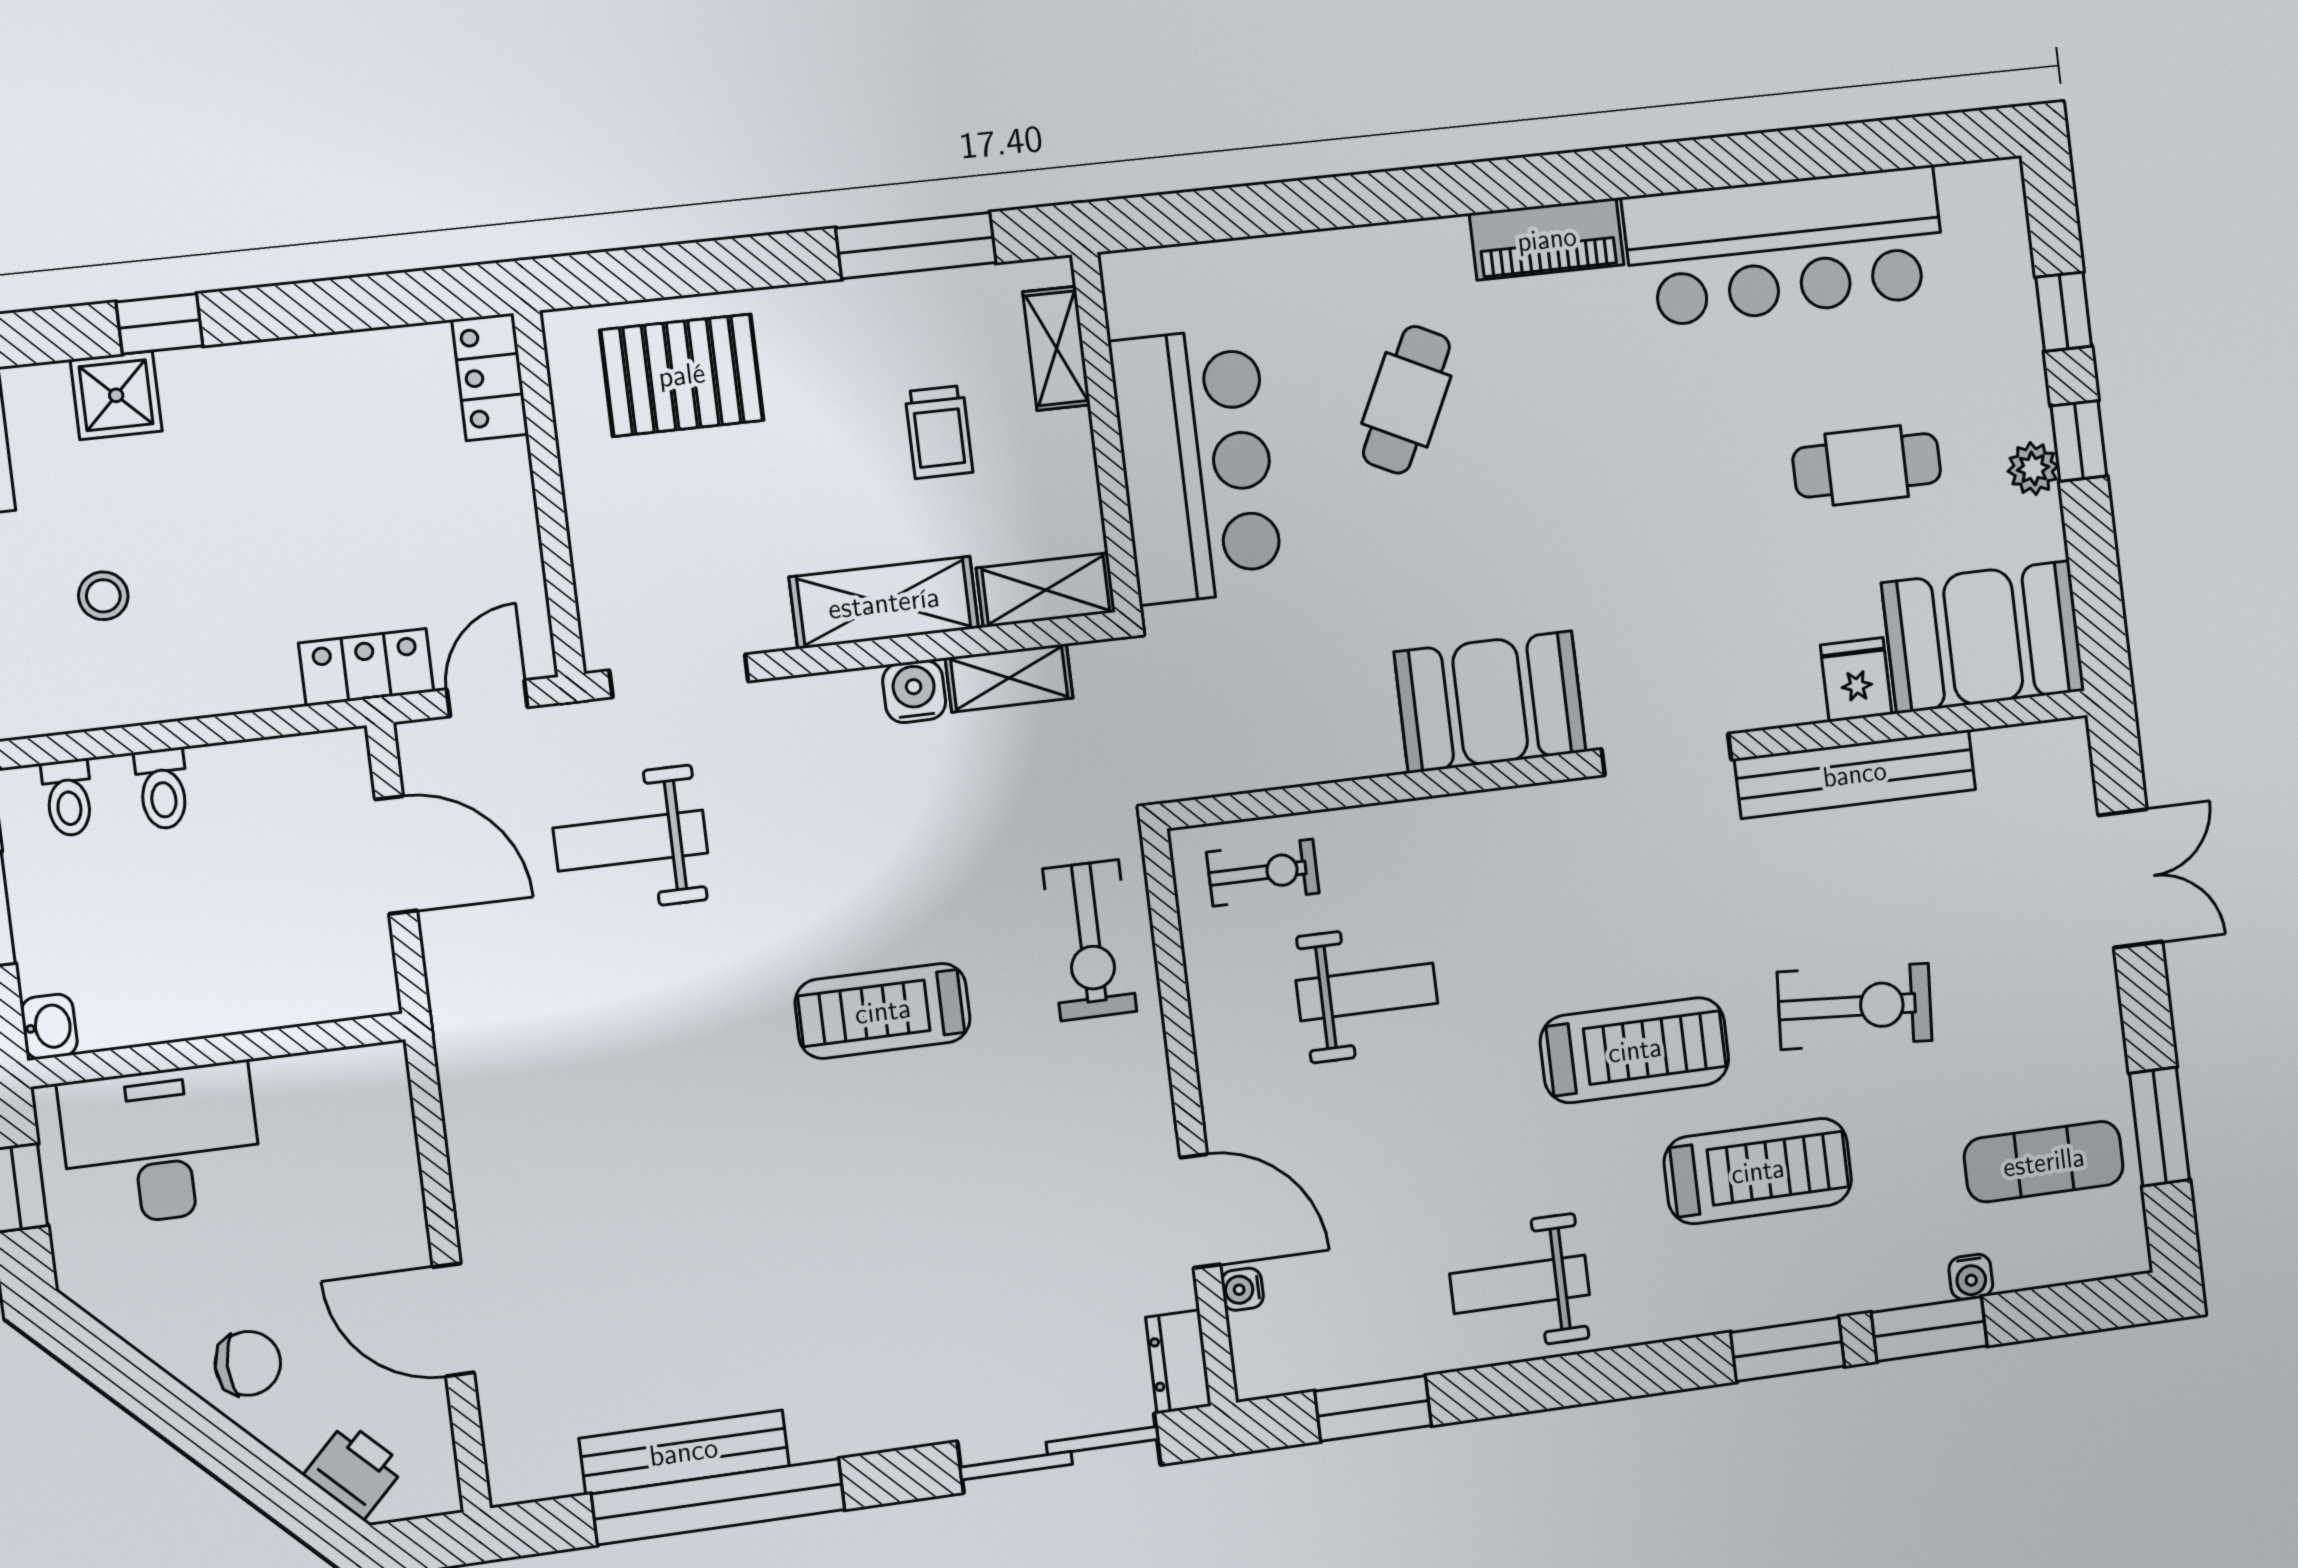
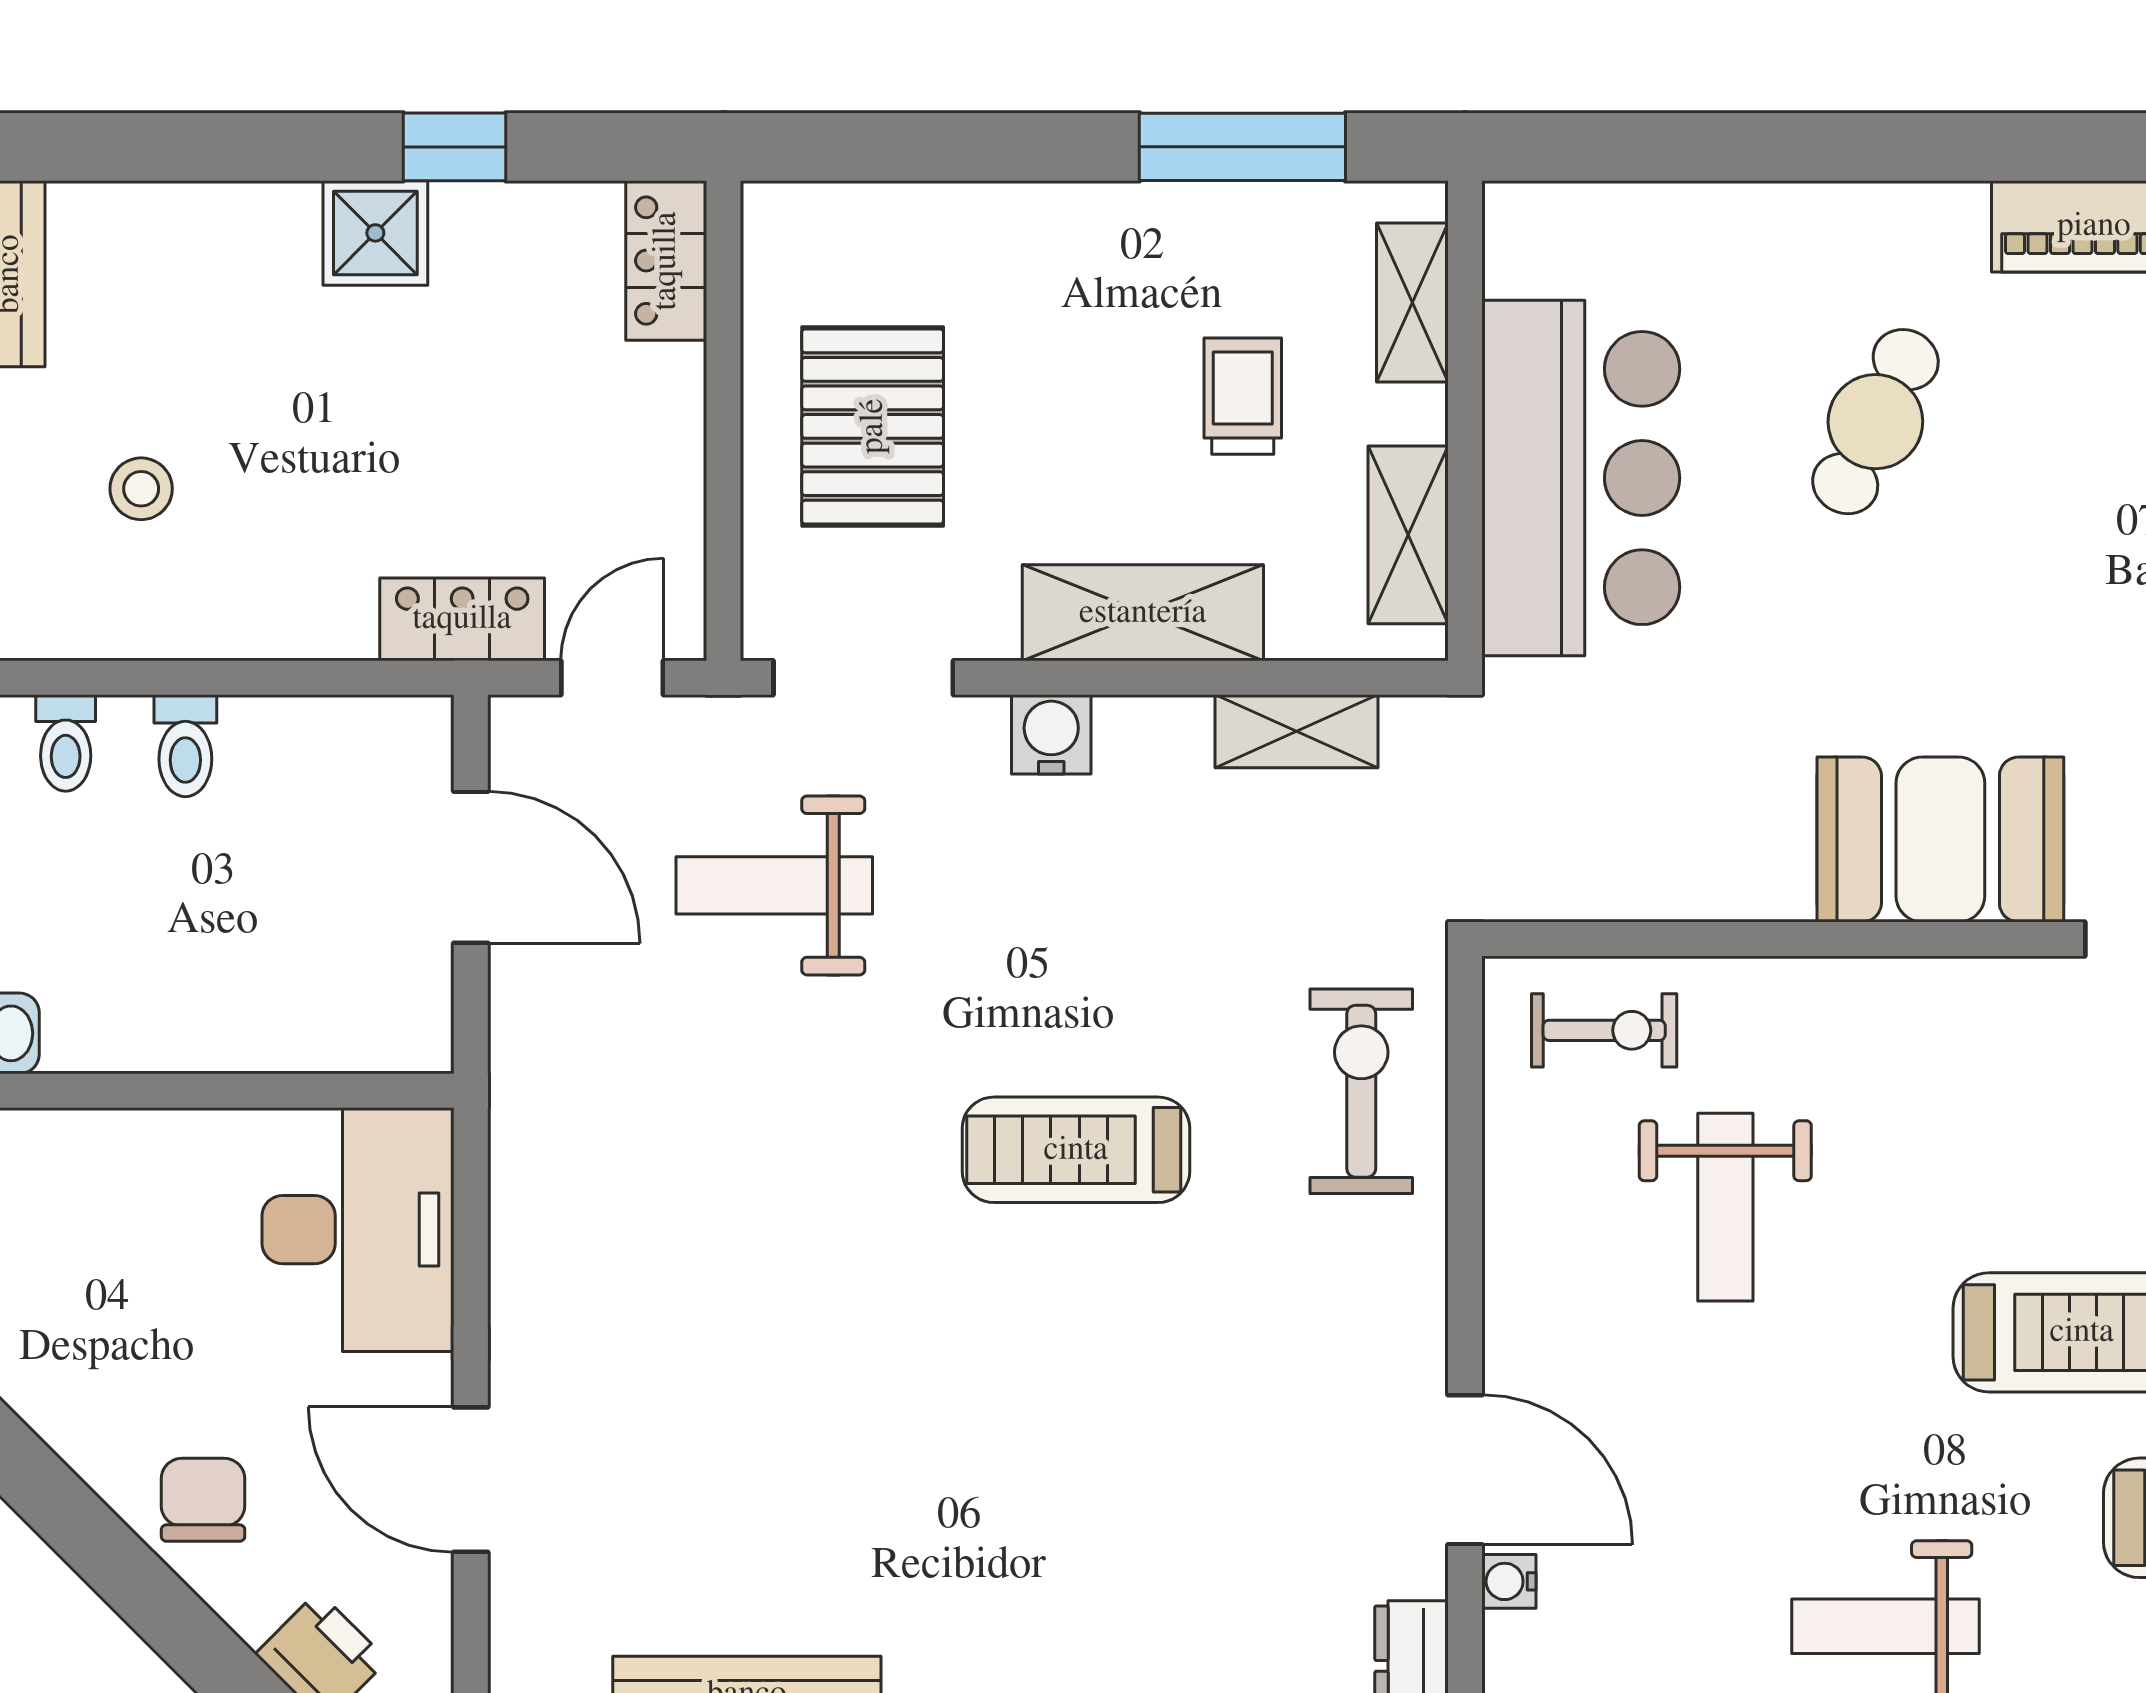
window: (159, 324) -> (455, 147), moved
pallet: (682, 375) -> (873, 426), moved, turned 90
shower: (116, 395) -> (375, 233), moved
trolley: (939, 432) -> (1243, 396), turned 180
shelving: (1046, 590) -> (1408, 535), moved, turned 90
water cooler: (914, 691) -> (1051, 734), moved
exercise bike: (1090, 940) -> (1361, 1091), turned 180
weight bench: (1367, 992) -> (1725, 1207), turned 90
desk: (161, 1145) -> (358, 1230), moved, turned 90
chair: (248, 1363) -> (203, 1500), turned -90

